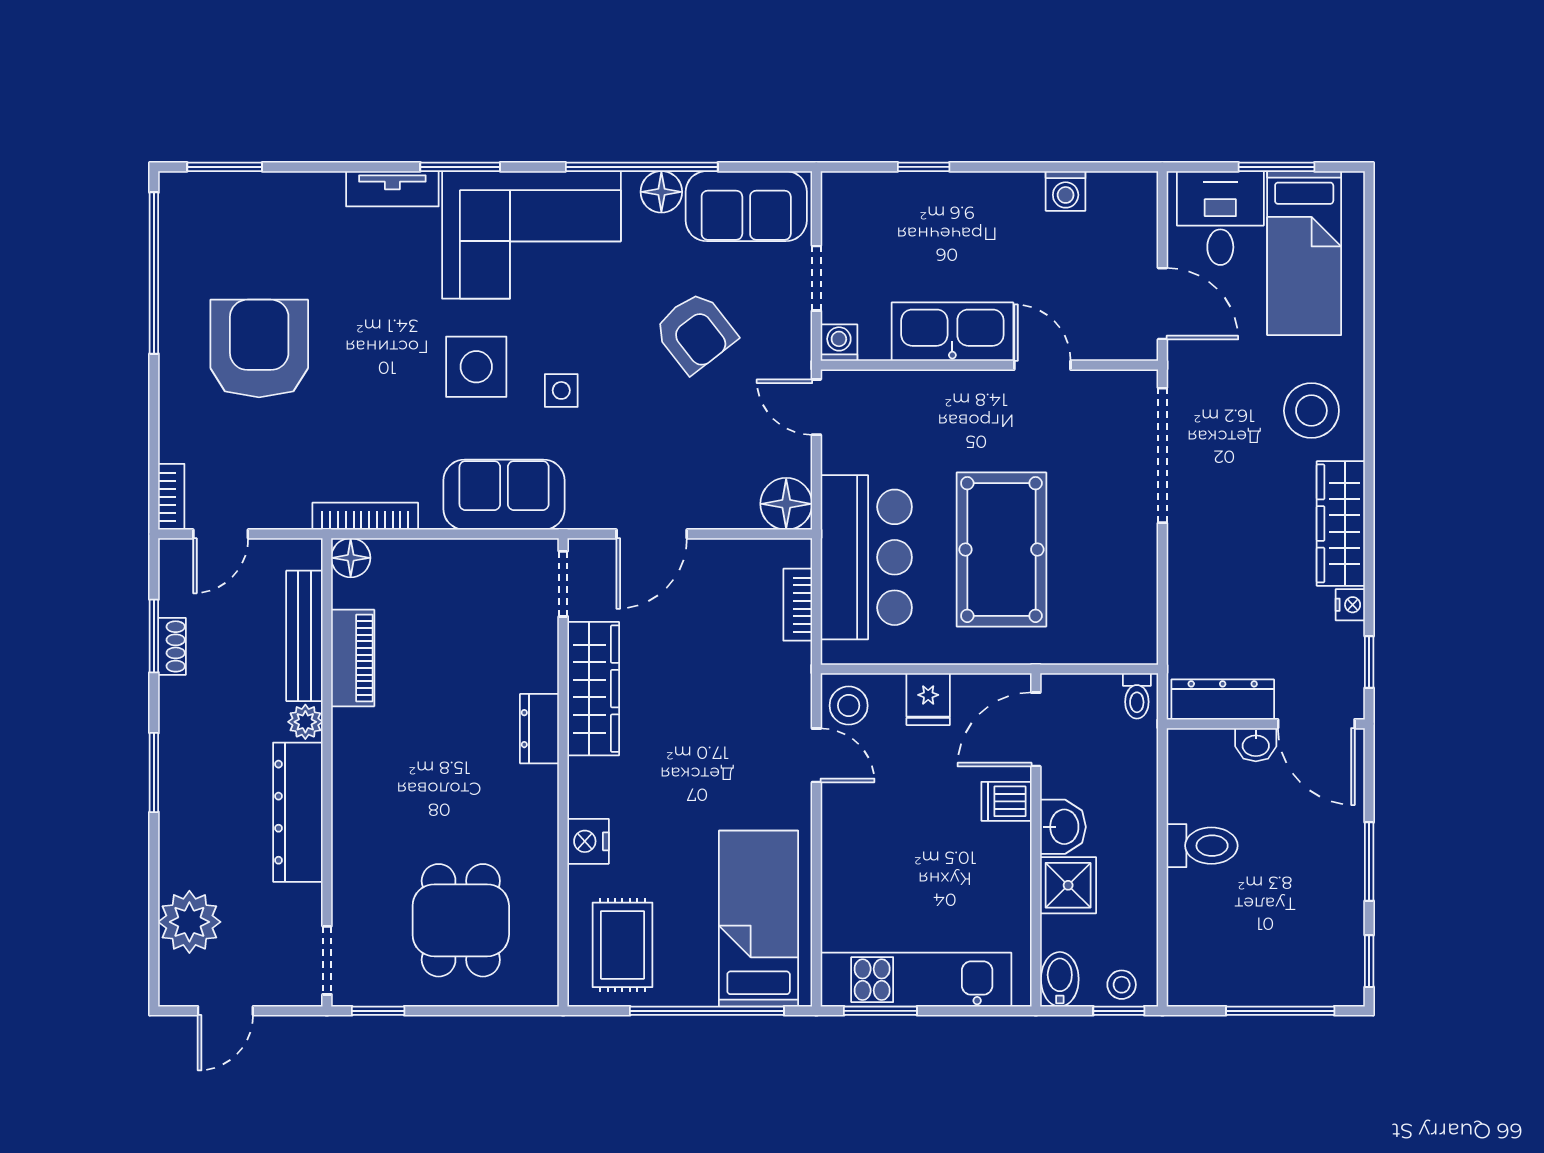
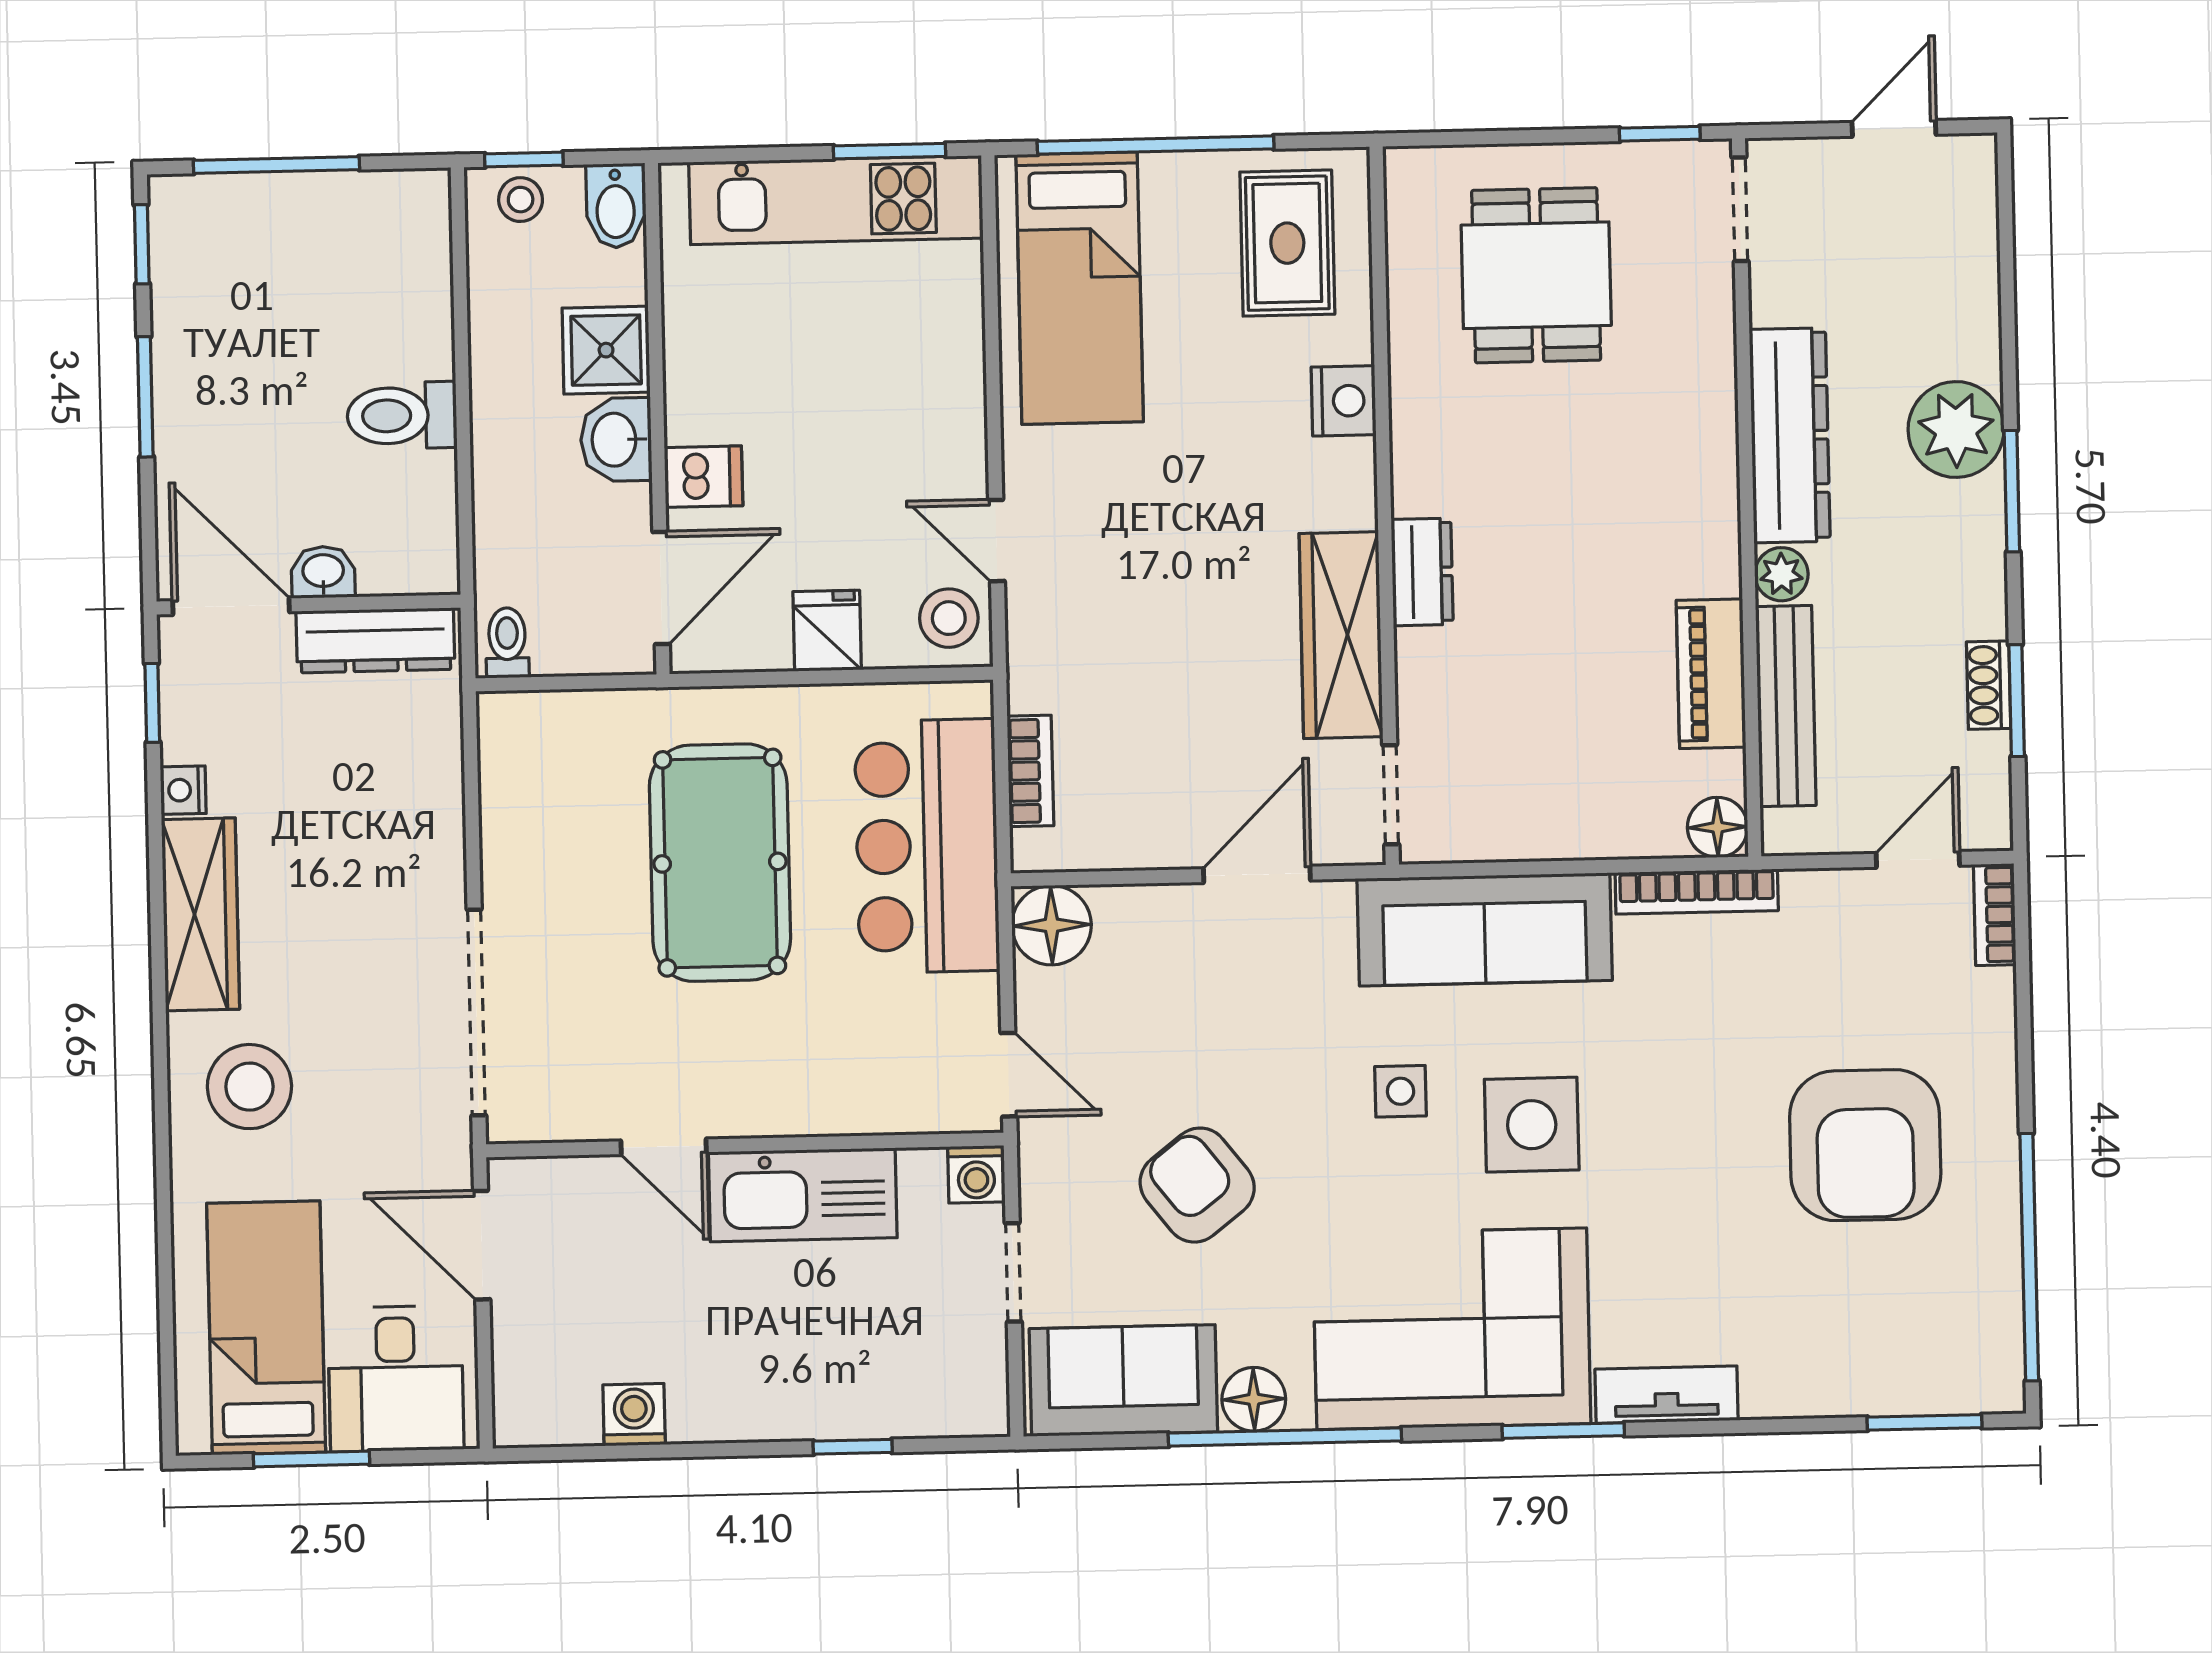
sofa: (504, 495) -> (1485, 929), width x1.36
plant: (189, 922) -> (1956, 429), moved

